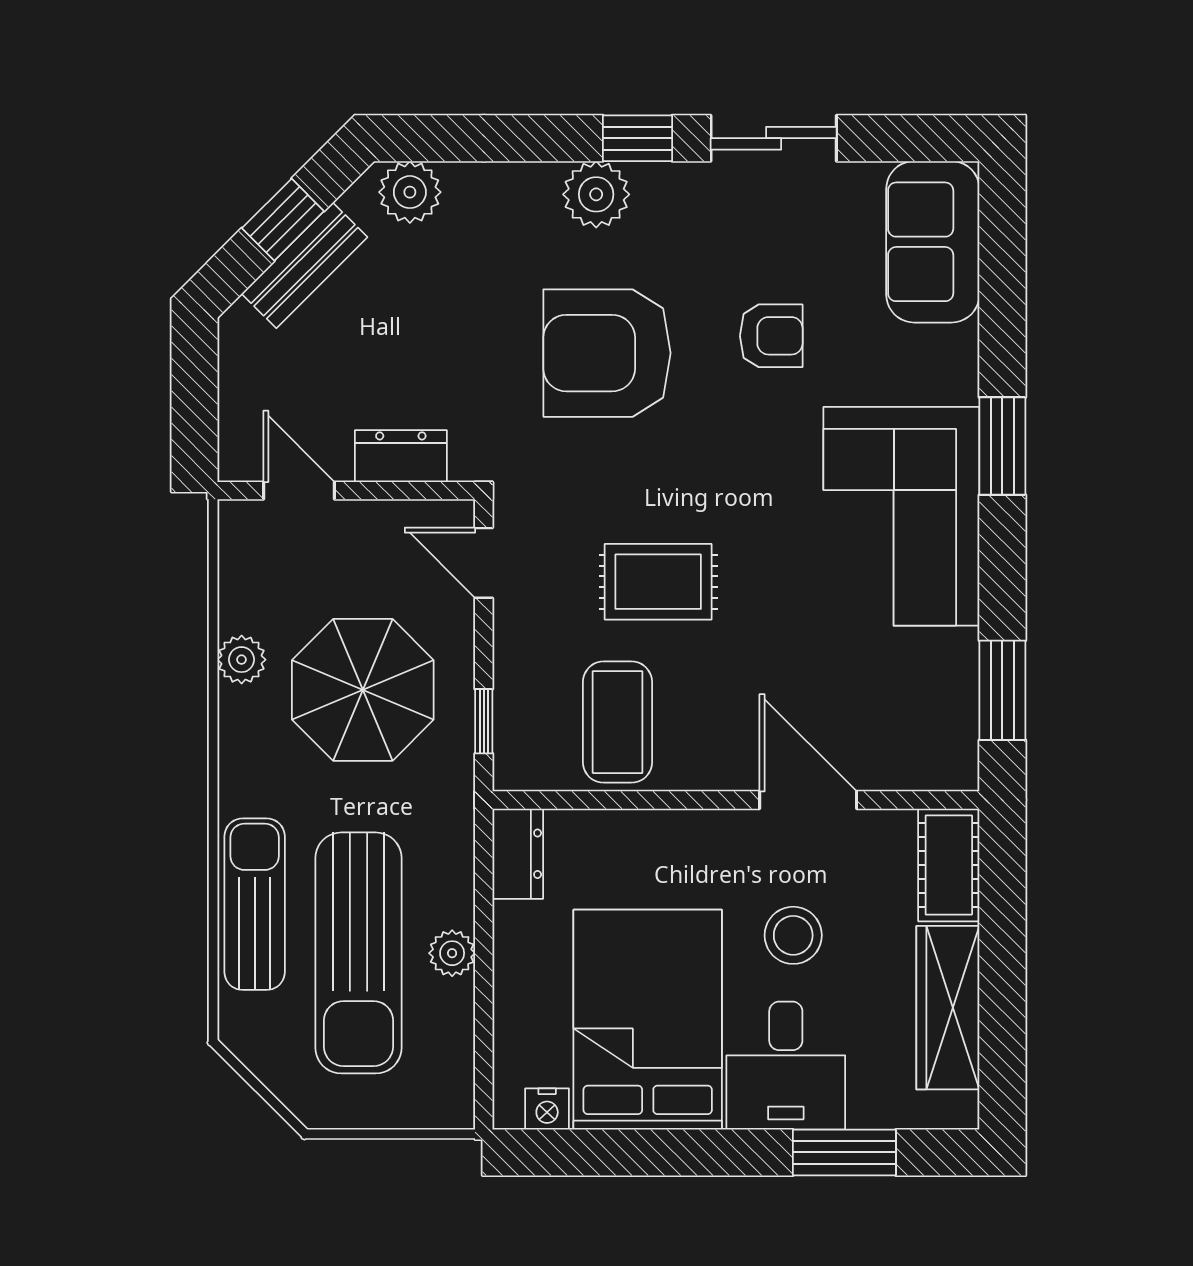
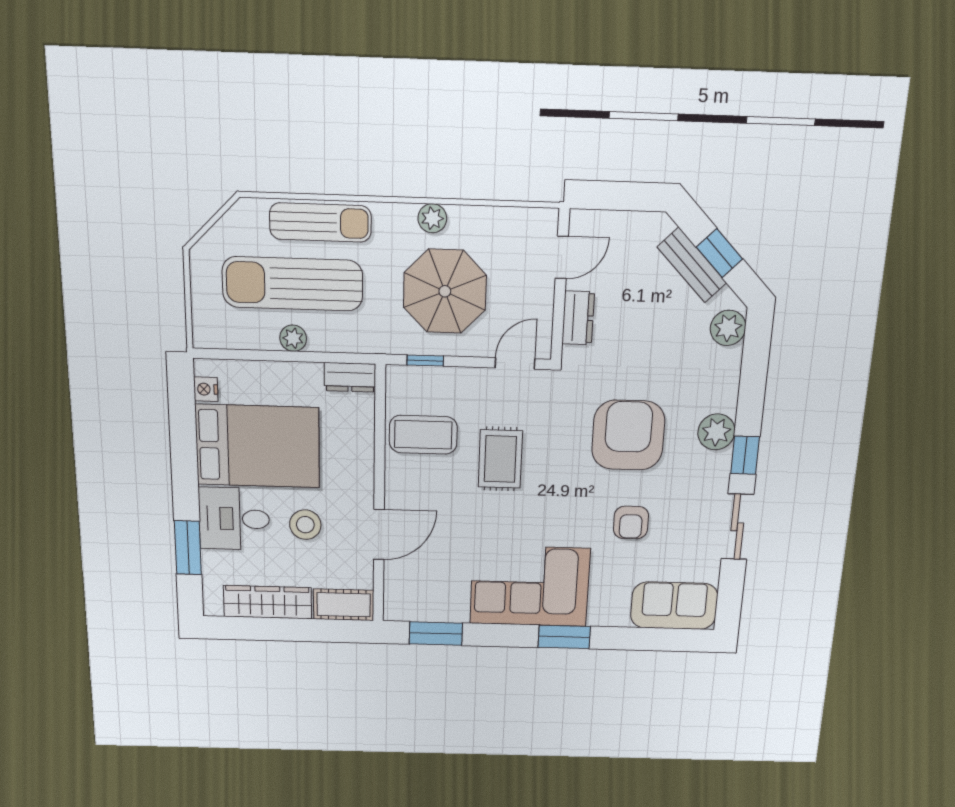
plant: (242, 660) -> (432, 218), moved

